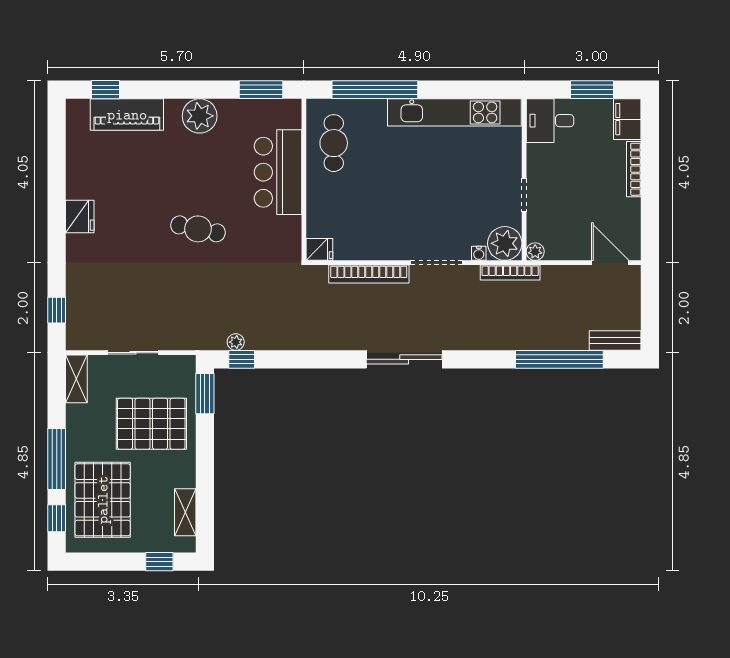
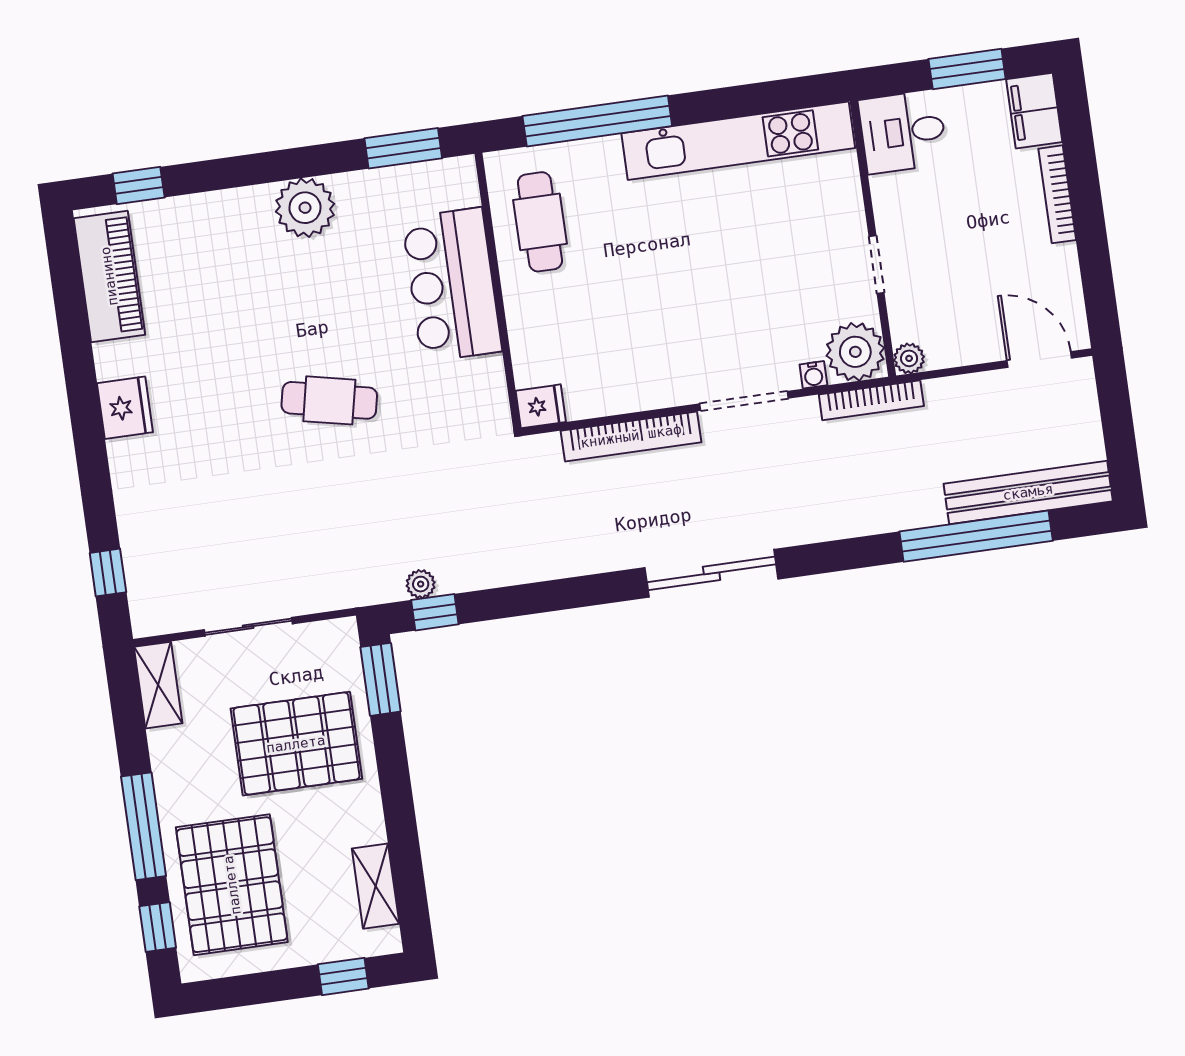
piano: (127, 115) -> (109, 276), moved, turned -90
bench: (615, 341) -> (1028, 492), width x1.86, depth x1.21

